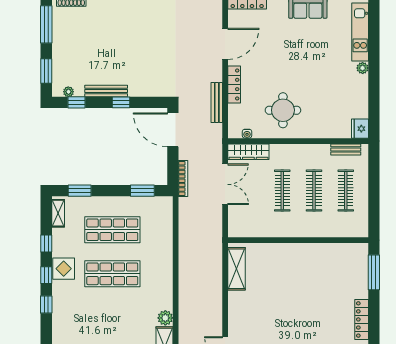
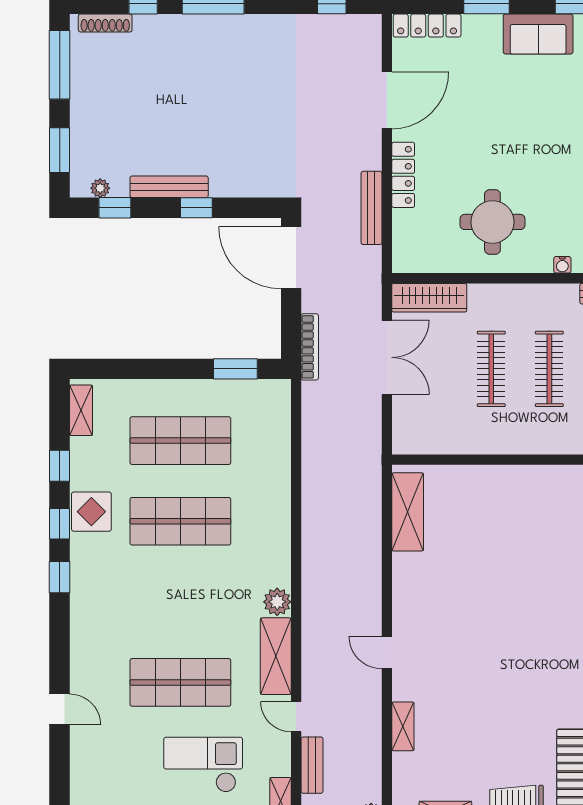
water cooler: (247, 134) -> (562, 265), moved
window: (80, 191) -> (121, 369), removed

